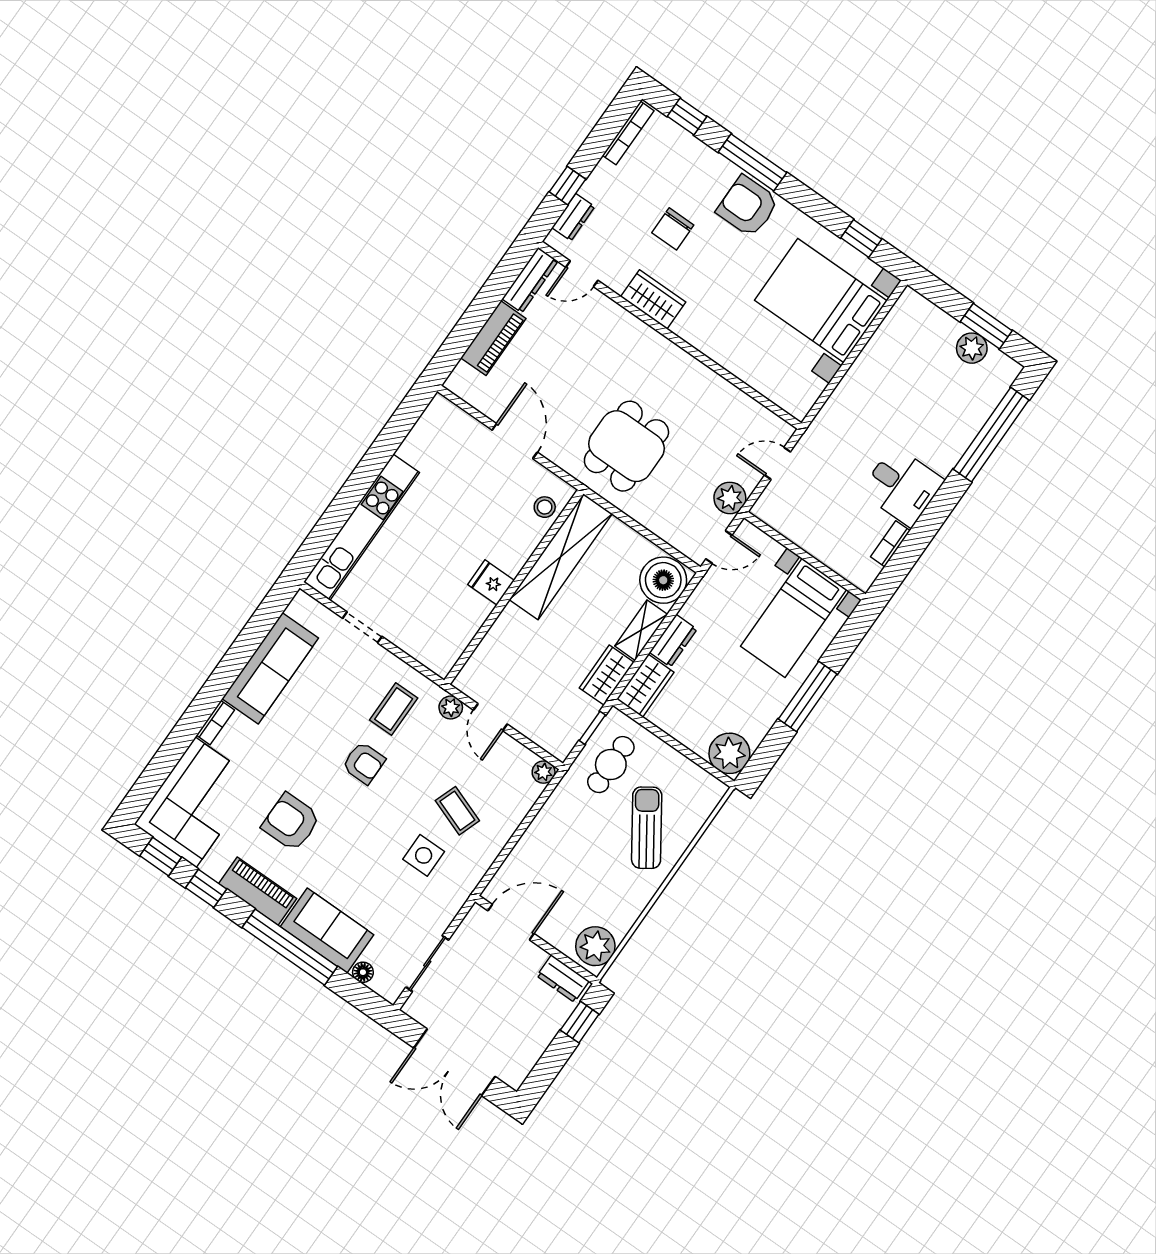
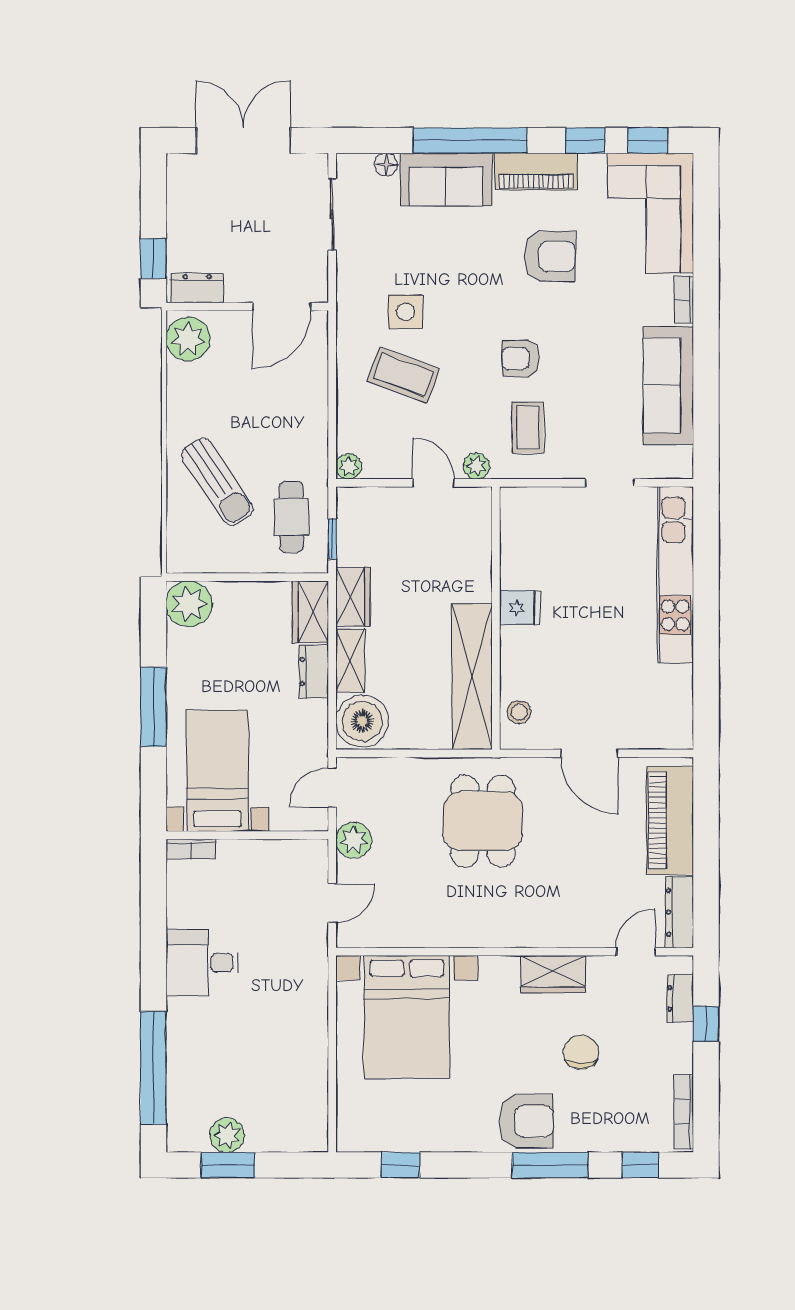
bed with nightstands: (821, 301) -> (407, 1017), moved, turned 90
piano: (493, 338) -> (670, 820), width x1.37, depth x1.33
bookcase: (890, 544) -> (191, 849), moved, turned 90
coffee table: (457, 811) -> (403, 375), width x1.36, depth x1.30

